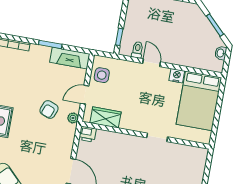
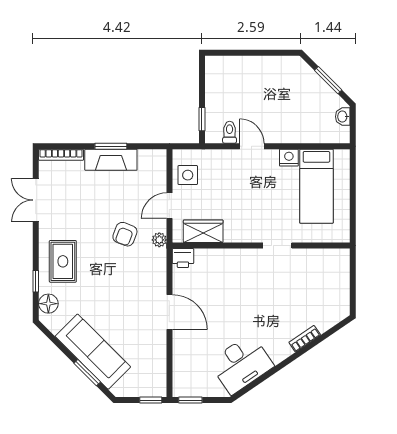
fireplace: (70, 58) -> (111, 160), moved
bed: (199, 101) -> (316, 186), width x0.67

